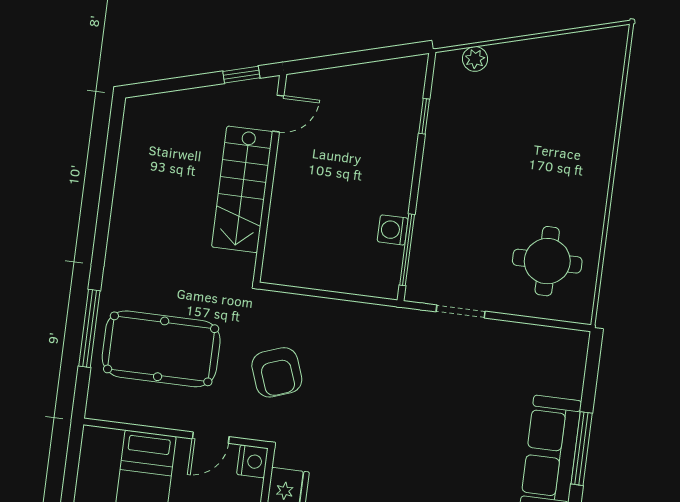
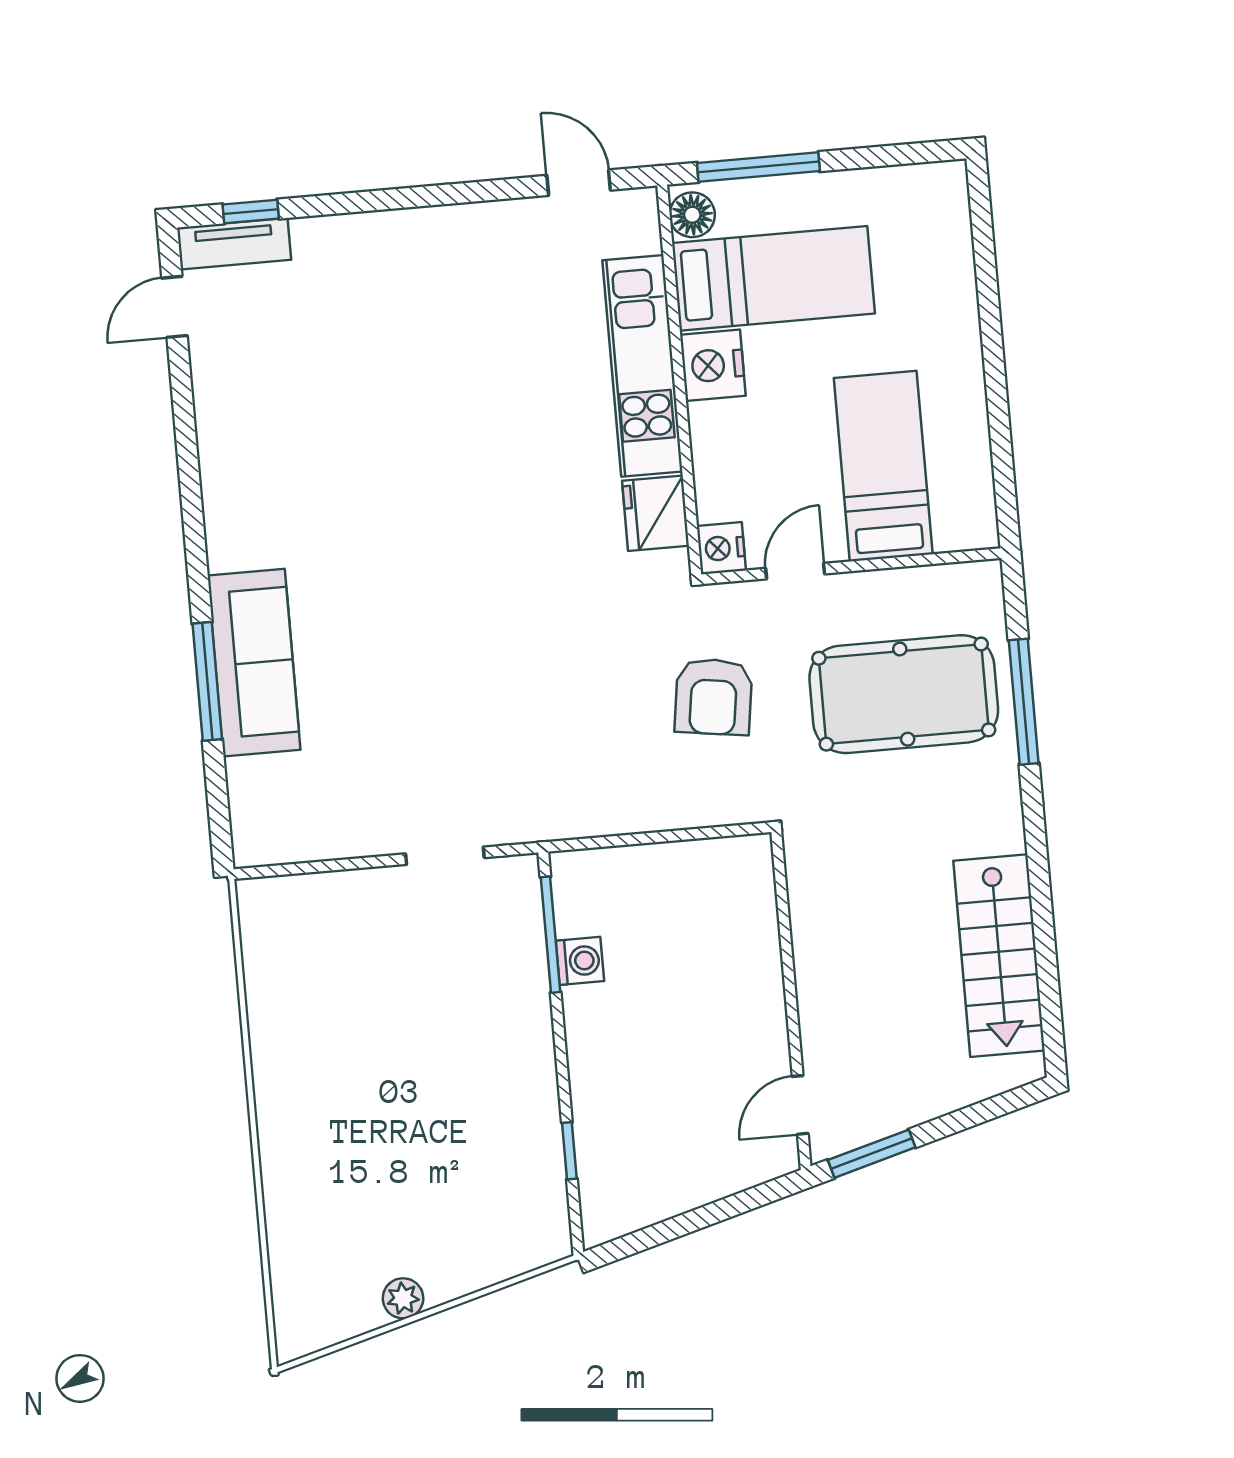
plant: (475, 59) -> (403, 1298), moved
window: (241, 75) -> (872, 1154), width x1.50
stairs: (242, 189) -> (999, 956), moved, turned 180
round table: (547, 261) -> (326, 965), removed
armchair: (277, 372) -> (713, 697), turned -152

